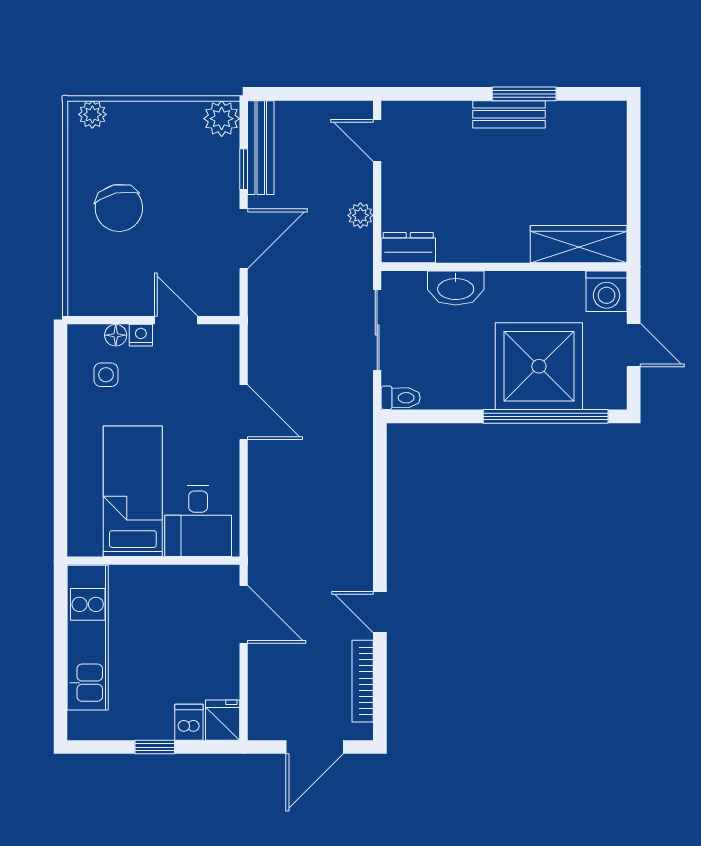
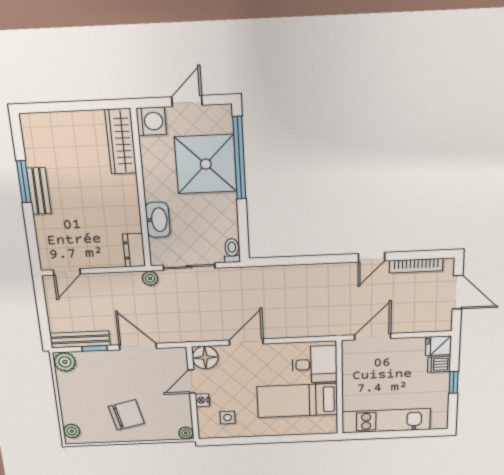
plant: (360, 215) -> (150, 278), moved
plant: (80, 304) -> (186, 433), added
floor lamp: (116, 335) -> (205, 357), moved, width x1.89, depth x1.89

